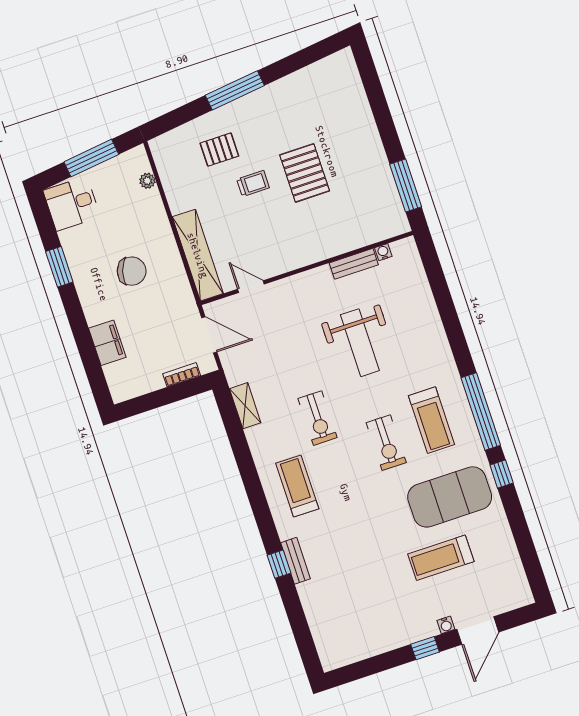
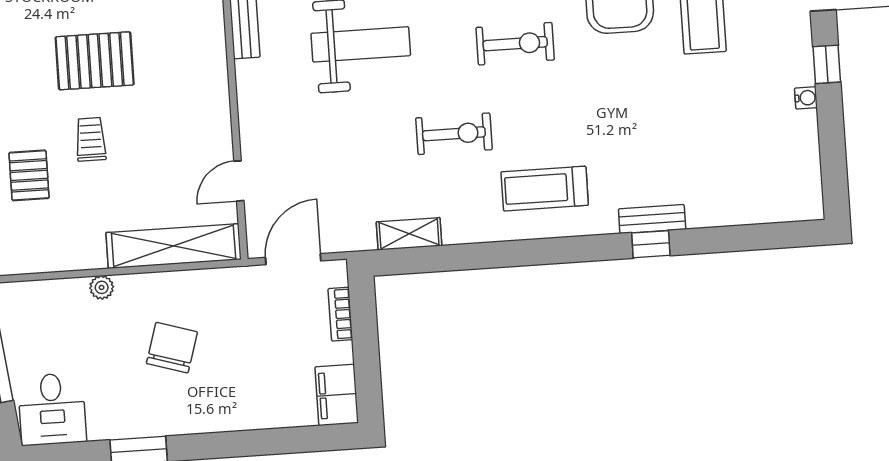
plant: (147, 181) -> (102, 287), moved
filing cabinet: (107, 343) -> (337, 395), moved, turned -90
water cooler: (446, 625) -> (806, 98), moved

